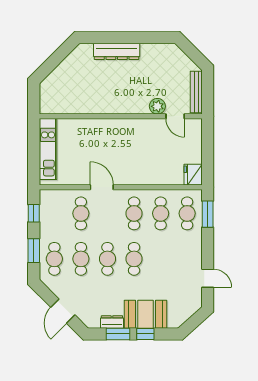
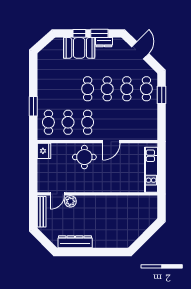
dresser: (117, 51) -> (75, 242), moved
door: (175, 116) -> (57, 194), swing flipped
round table: (138, 166) -> (84, 157), added
door: (102, 187) -> (111, 142), hinge flipped
window: (34, 213) -> (162, 122), removed
cafe table: (81, 213) -> (127, 122), removed
window: (208, 214) -> (33, 106), moved
door: (208, 278) -> (33, 75), removed

